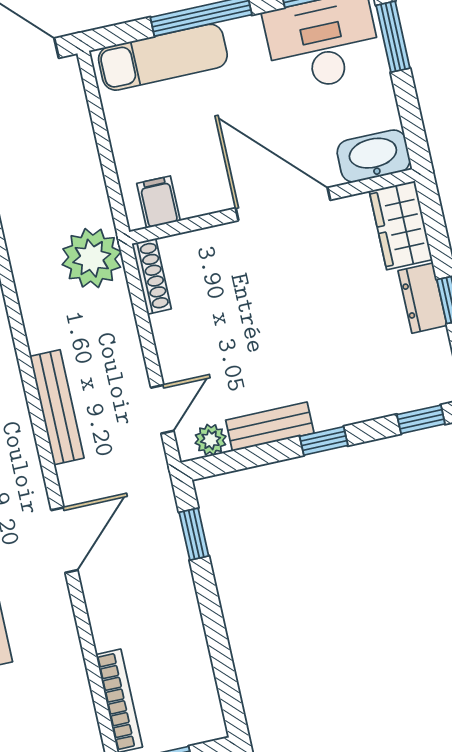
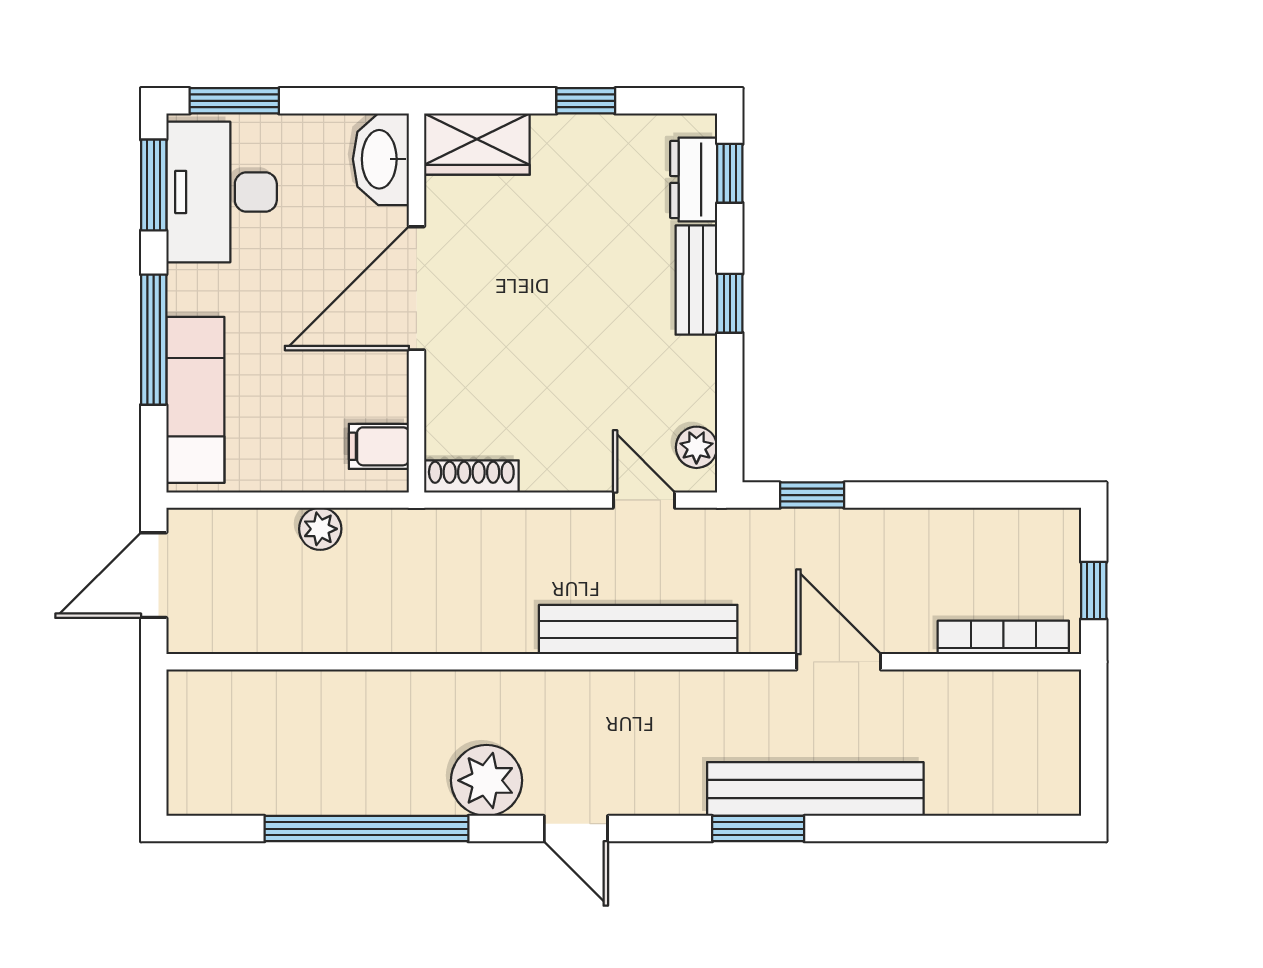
plant: (92, 258) -> (320, 529), moved, width x0.53, depth x0.53
dresser: (423, 298) -> (694, 179), moved, turned 90
bench: (57, 407) -> (638, 630), width x1.37, depth x1.21
bench: (270, 427) -> (696, 280), moved
door: (64, 540) -> (839, 662), moved

